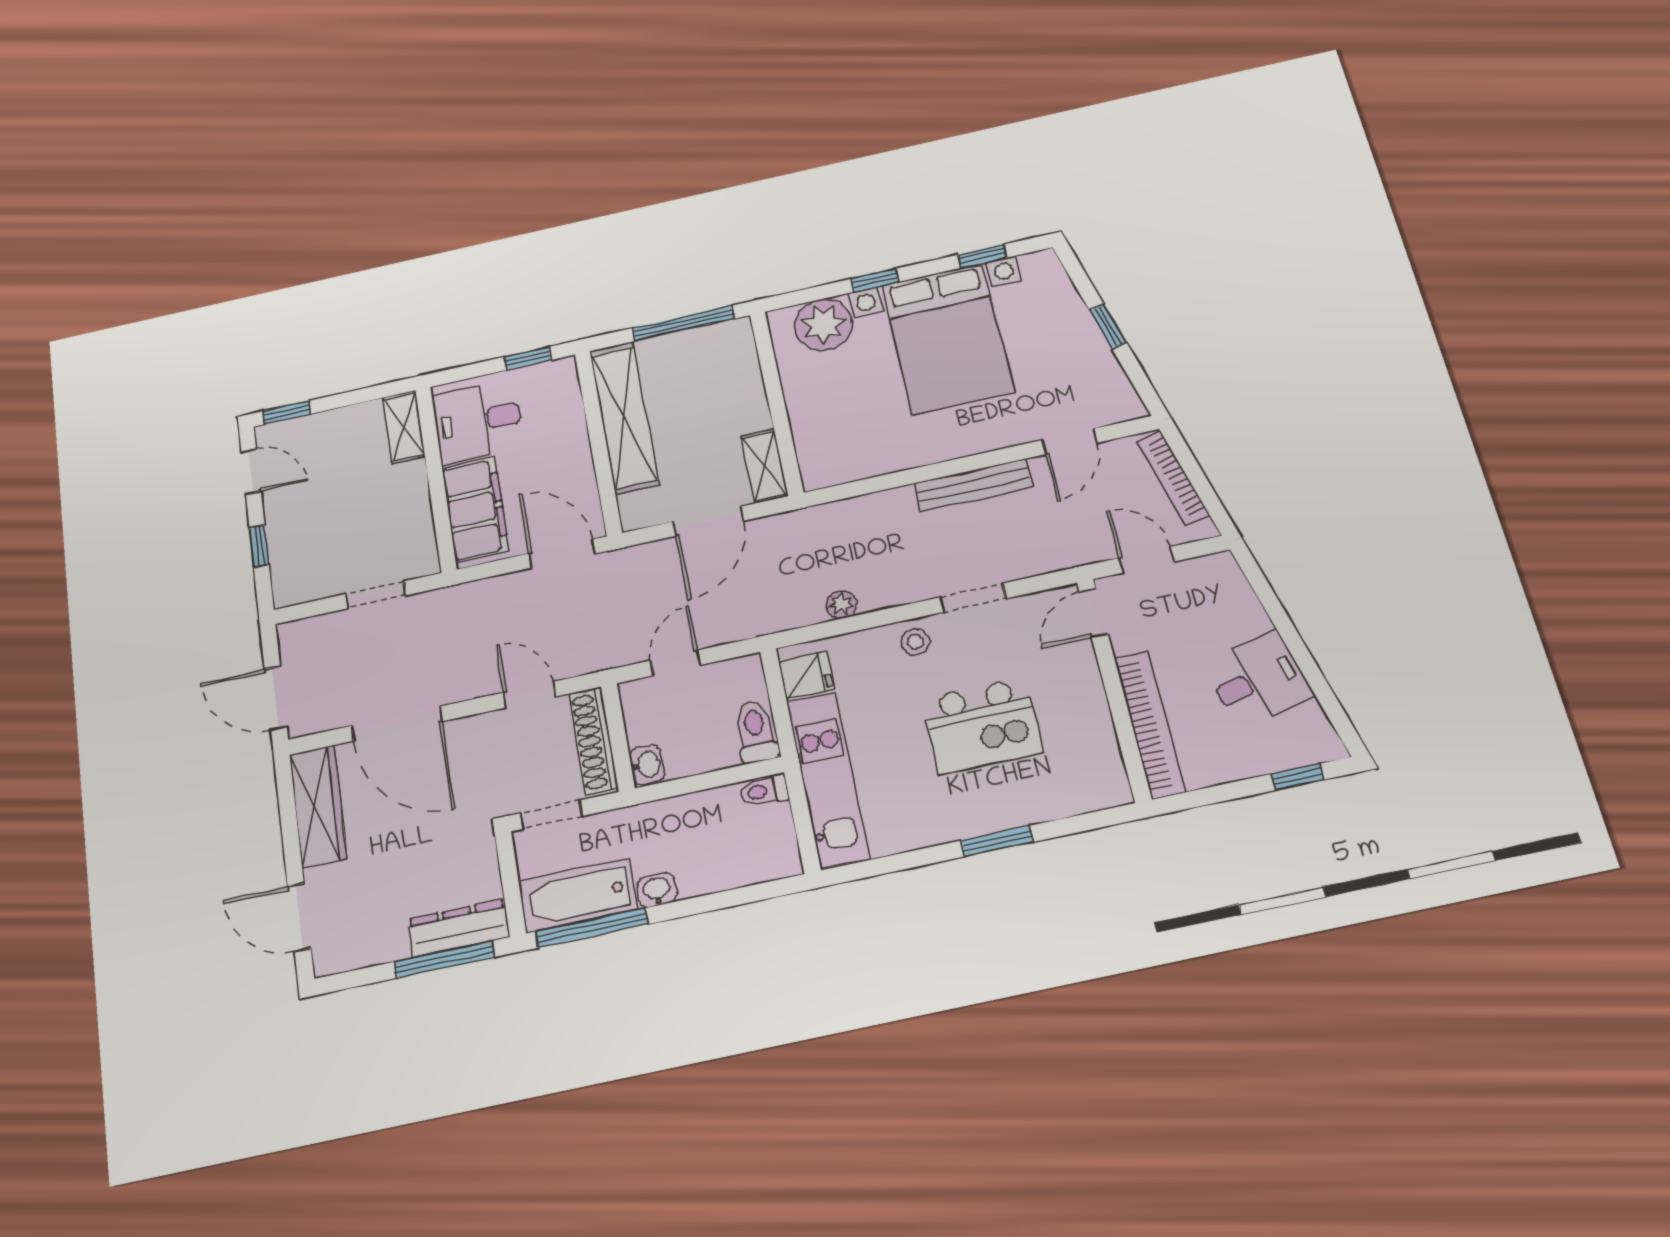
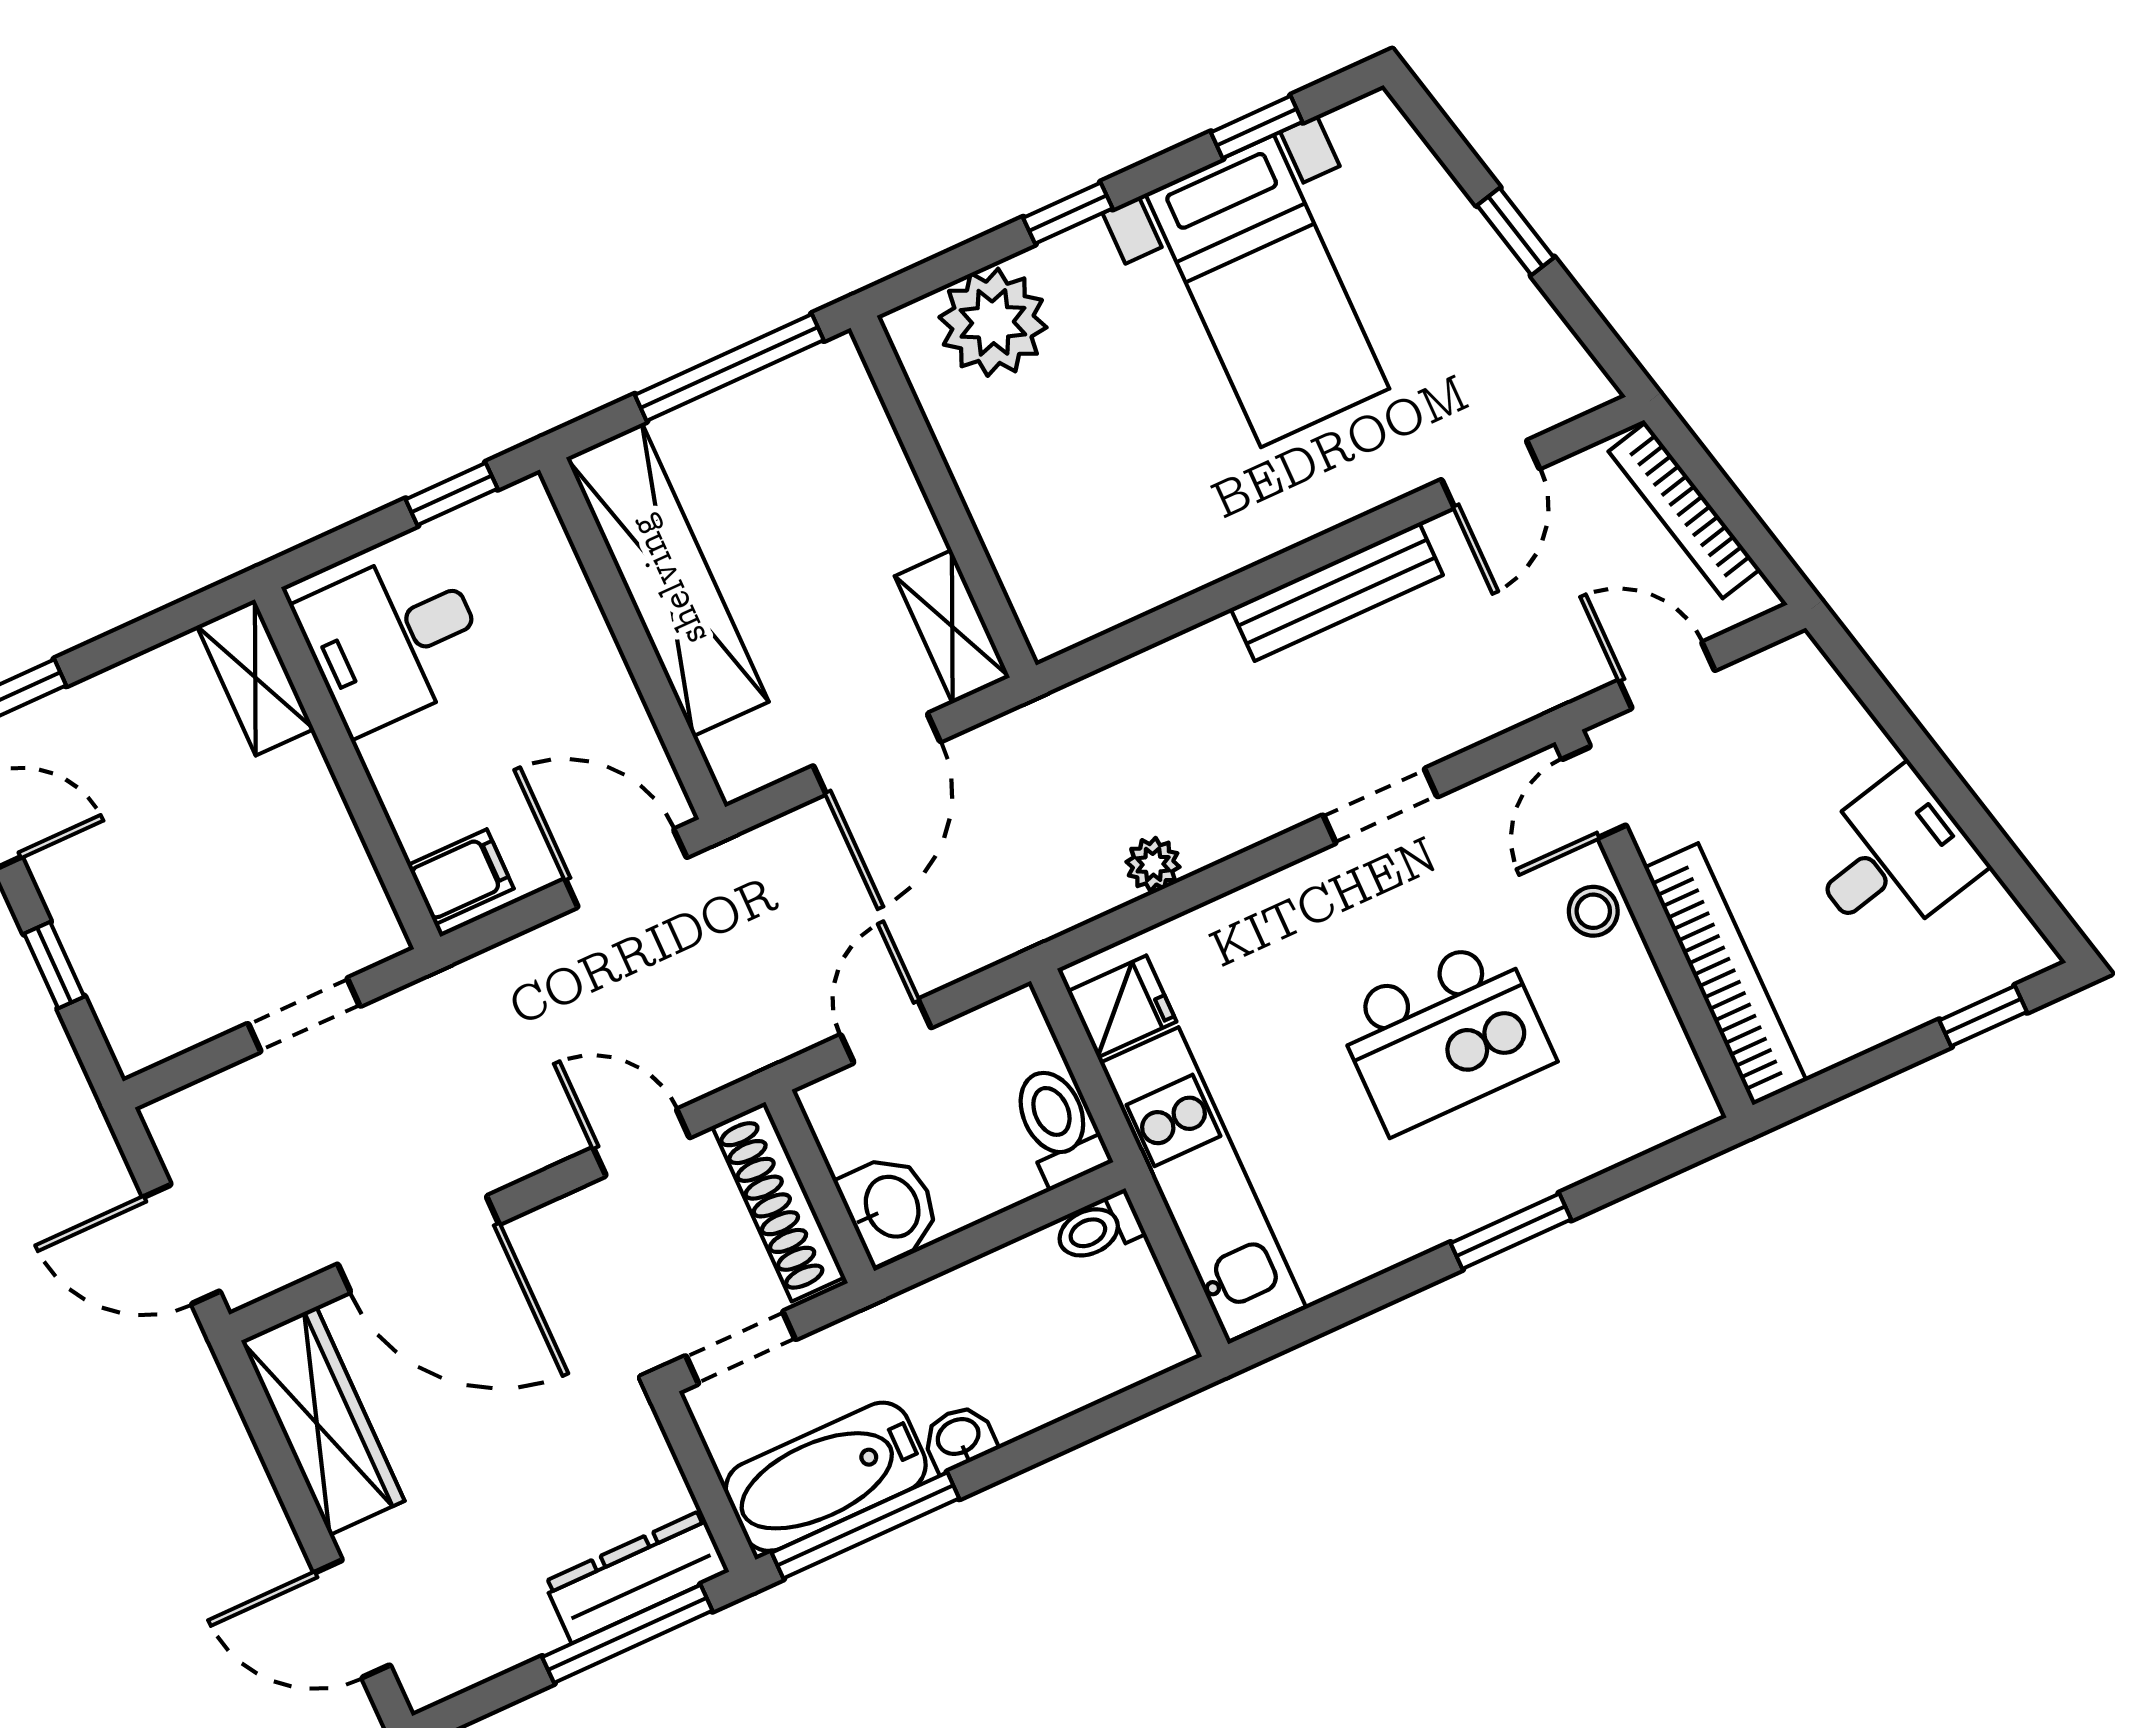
bed with nightstands: (947, 338) -> (1267, 291), width x0.73
filing cabinet: (475, 509) -> (461, 877), width x0.33, depth x0.86
stool: (915, 642) -> (1593, 911), moved
washbasin: (647, 765) -> (890, 1208), width x1.38, depth x1.45

